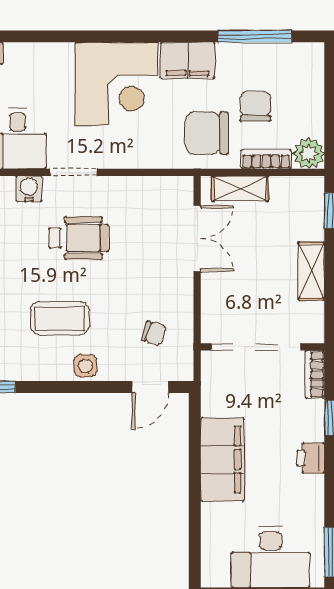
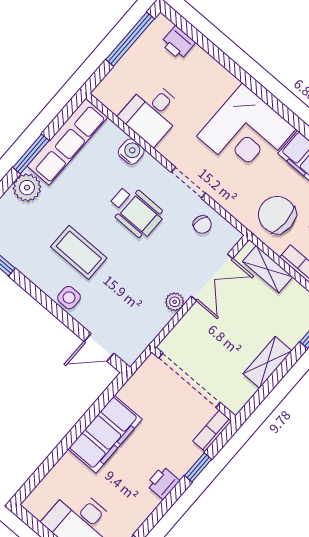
doorway: (73, 172) -> (188, 183), moved
plant: (183, 289) -> (175, 302), added
chair: (154, 333) -> (202, 224), moved

